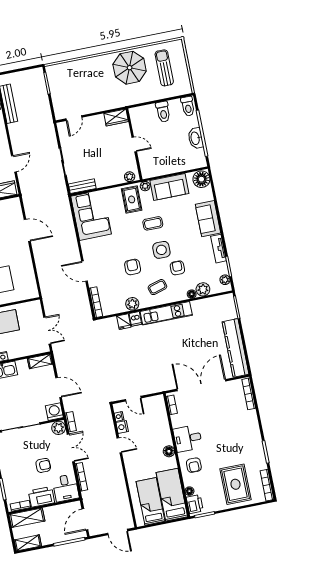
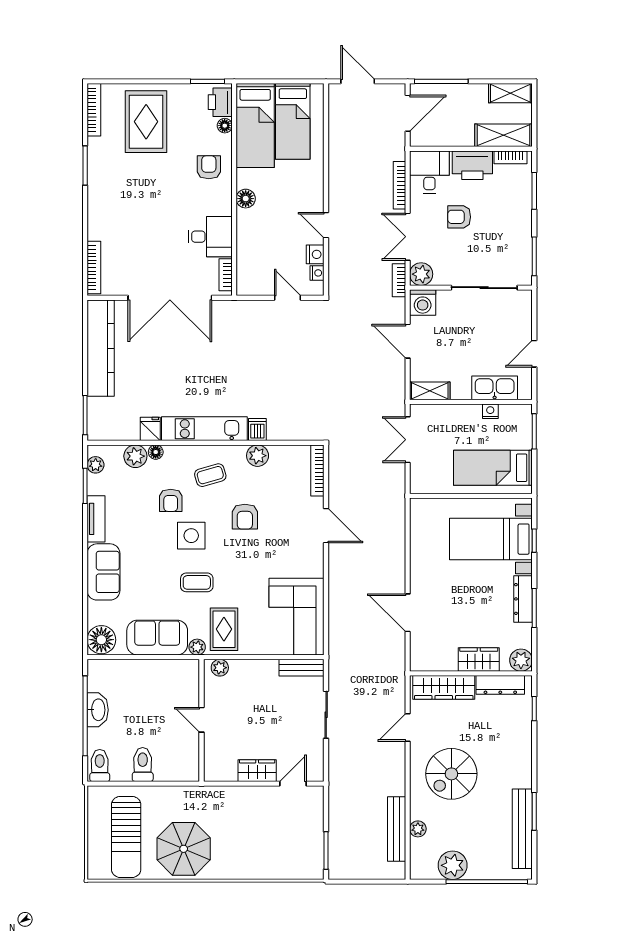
sun lounger: (164, 68) -> (126, 837), width x1.36, depth x1.34
wardrobe: (116, 117) -> (257, 771), moved
fridge: (124, 322) -> (150, 429), moved
desk: (188, 438) -> (210, 237), moved

